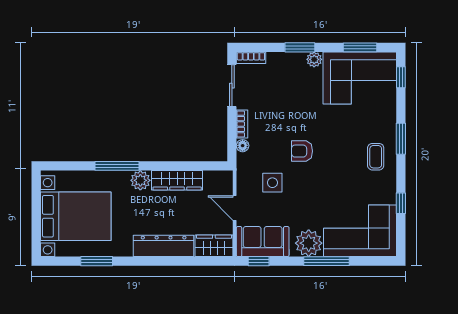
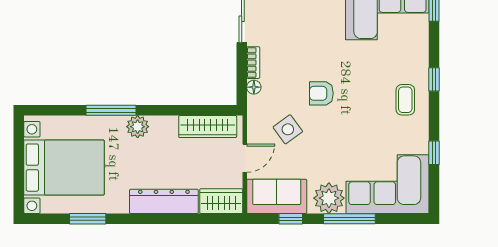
window: (401, 139) -> (434, 79), width x0.67
wardrobe: (177, 180) -> (208, 127), moved
side table: (272, 183) -> (288, 129), turned -36
door: (235, 208) -> (245, 158), swing flipped
window: (259, 261) -> (291, 219), moved

